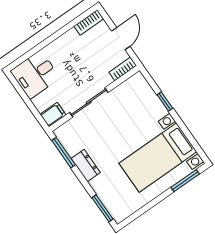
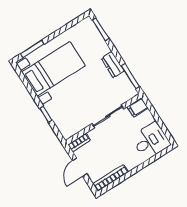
bookcase: (89, 23) -> (111, 178), width x1.56

